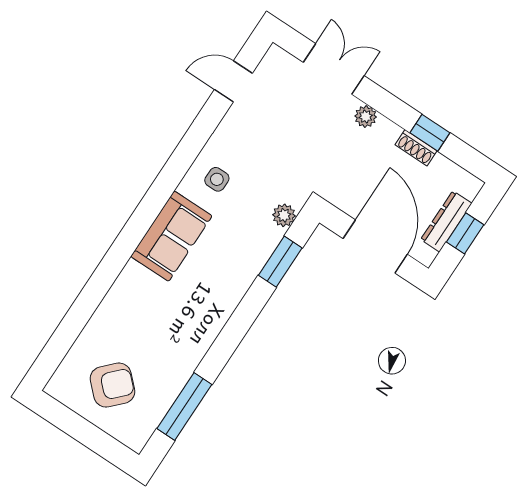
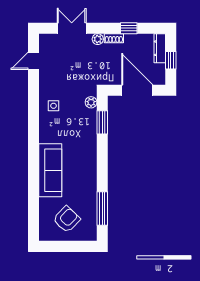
shoe rack: (416, 148) -> (114, 38), moved
dresser: (446, 221) -> (160, 48), moved
sofa: (171, 236) -> (50, 170), moved, width x1.36

